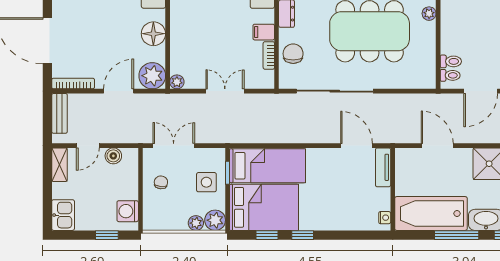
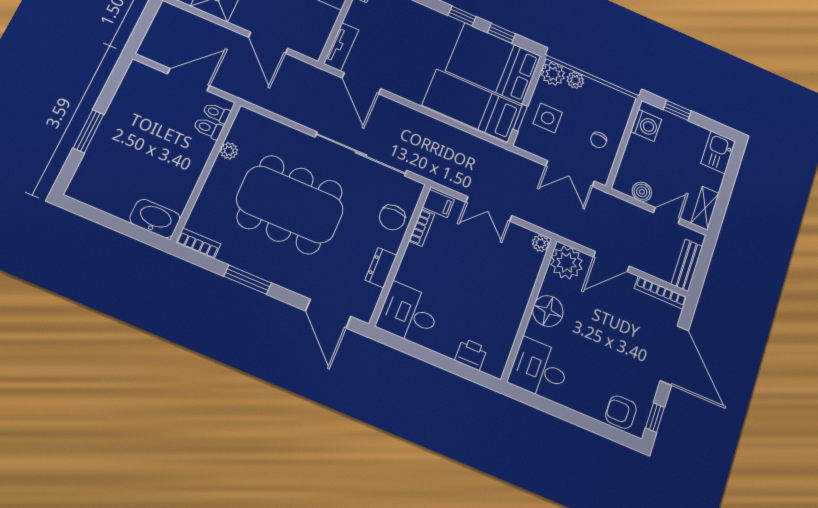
plant: (429, 14) -> (229, 151), moved
filing cabinet: (264, 32) -> (438, 203), moved

